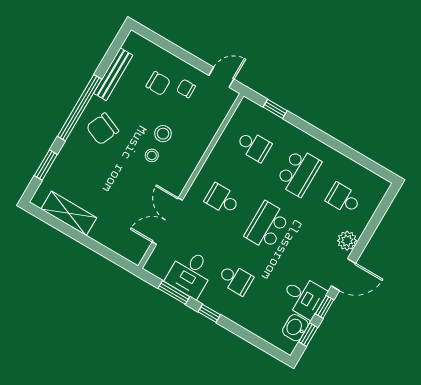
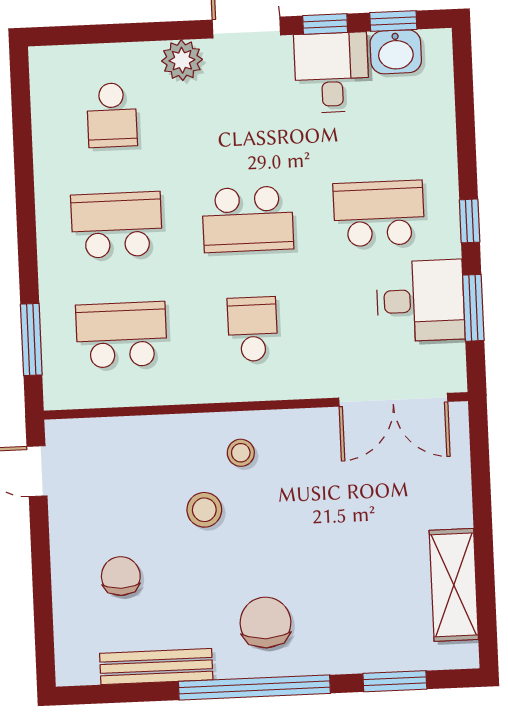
chair: (186, 88) -> (98, 521), removed
window: (275, 109) -> (31, 339), width x1.50
chair: (102, 129) -> (265, 623), turned -113
school desk: (254, 146) -> (121, 335), width x1.85
stool: (152, 155) -> (241, 453), moved
school desk: (222, 199) -> (253, 329), turned 180
double door: (167, 221) -> (393, 400), moved
school desk: (236, 279) -> (379, 213), width x1.85

